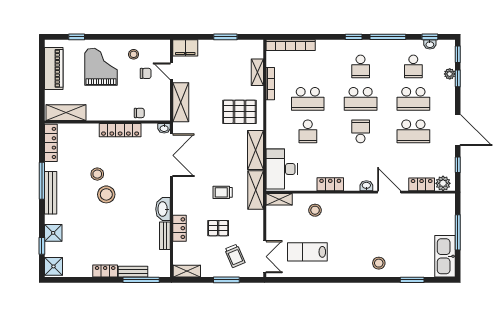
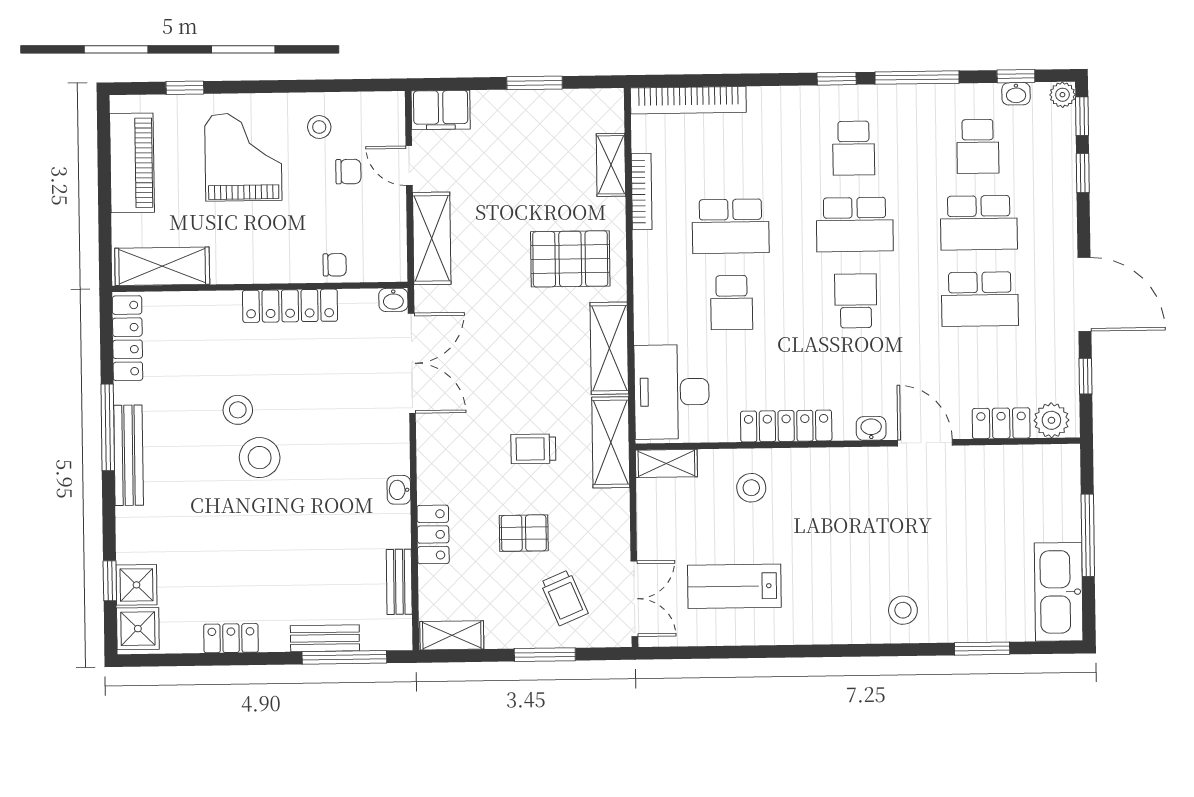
plant: (450, 74) -> (1062, 95), moved
locker: (330, 184) -> (786, 426), width x1.53
washbasin: (163, 209) -> (399, 490), width x0.52, depth x0.69
shower: (53, 233) -> (136, 585), moved
bench: (165, 236) -> (399, 582), moved
locker: (105, 271) -> (231, 638), moved

